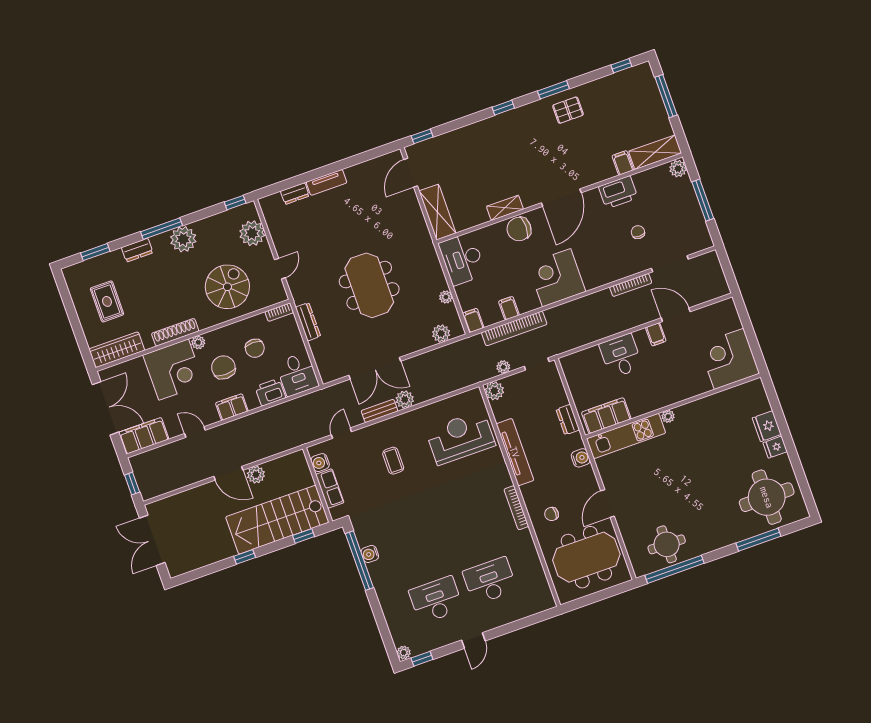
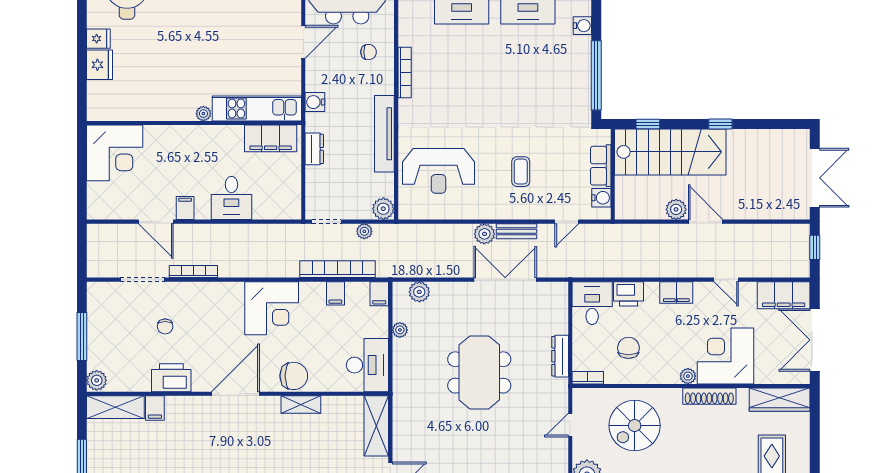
chair: (223, 367) -> (670, 339), removed
water cooler: (370, 554) -> (582, 26), moved

